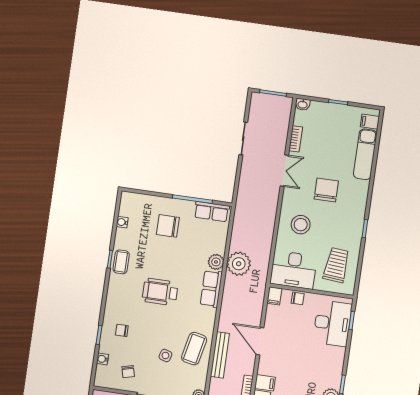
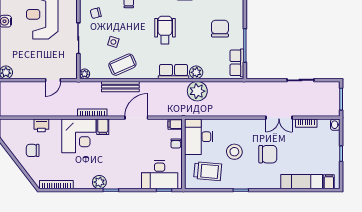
stool: (301, 225) -> (234, 152), moved
coffee table: (194, 349) -> (122, 65), turned -36

